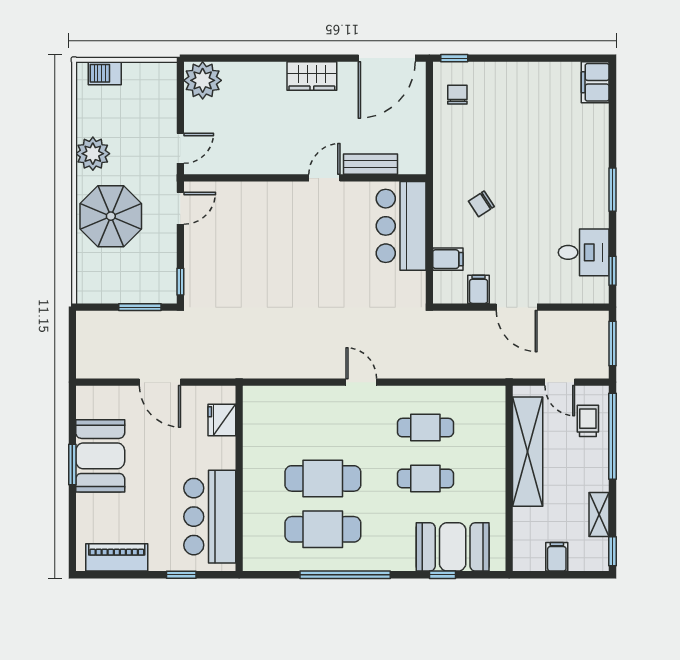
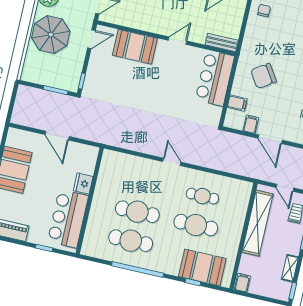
bench: (370, 164) -> (222, 42), moved
booth: (256, 204) -> (135, 47), added
chair: (481, 204) -> (264, 76), width x1.87, depth x1.87
fridge: (222, 420) -> (83, 184), moved
cafe table: (425, 478) -> (196, 225), width x1.37, depth x1.35
filing cabinet: (557, 557) -> (242, 283), moved

